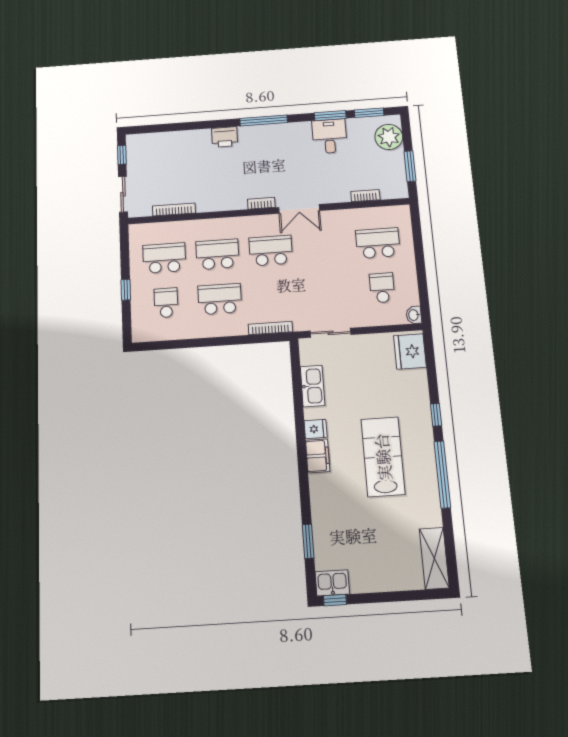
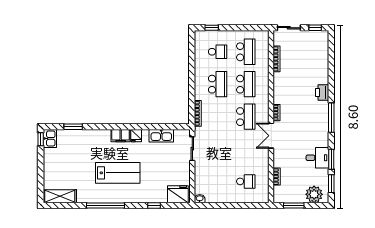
school desk: (378, 243) -> (246, 181), width x0.54
school desk: (382, 288) -> (218, 181), removed
window: (126, 290) -> (212, 28), moved
window: (436, 415) -> (154, 205), moved

